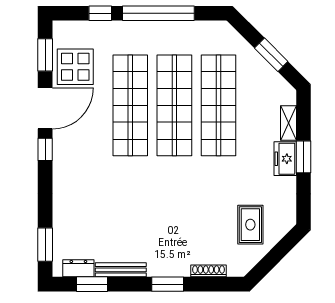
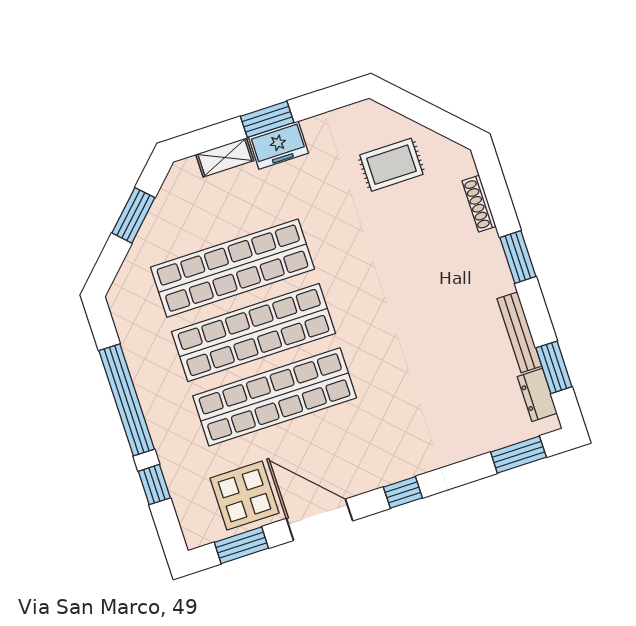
window: (45, 149) -> (403, 492), moved

